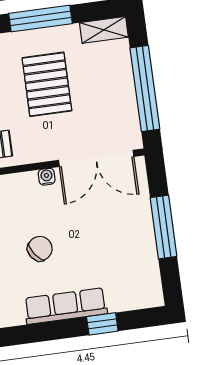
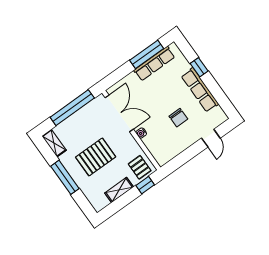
window: (164, 227) -> (147, 54), moved
chair: (40, 249) -> (178, 118), turned -145
row of seats: (146, 256) -> (154, 64), added

